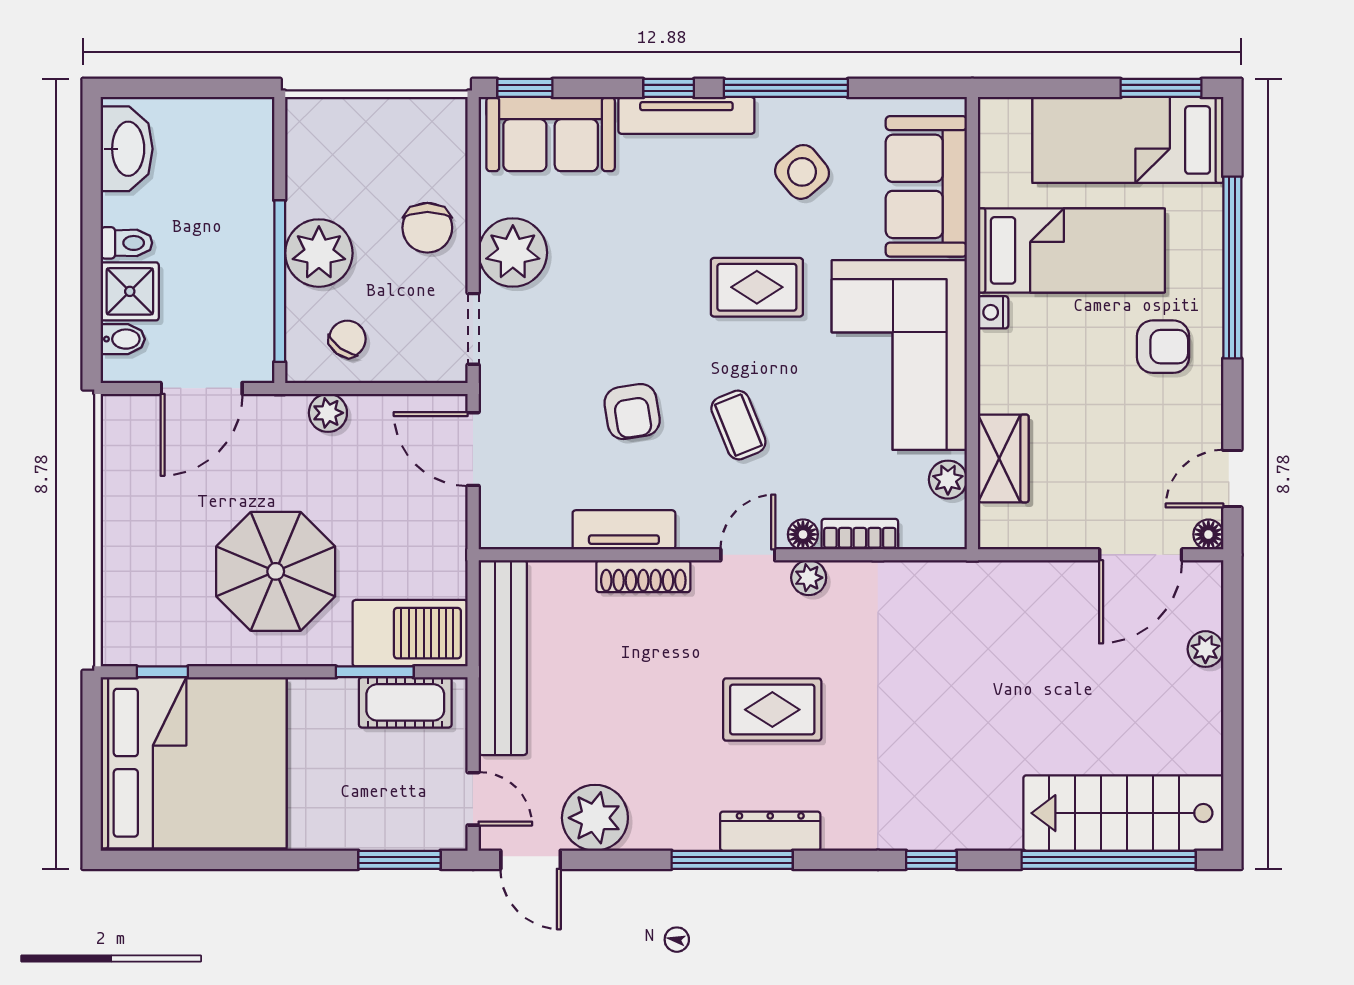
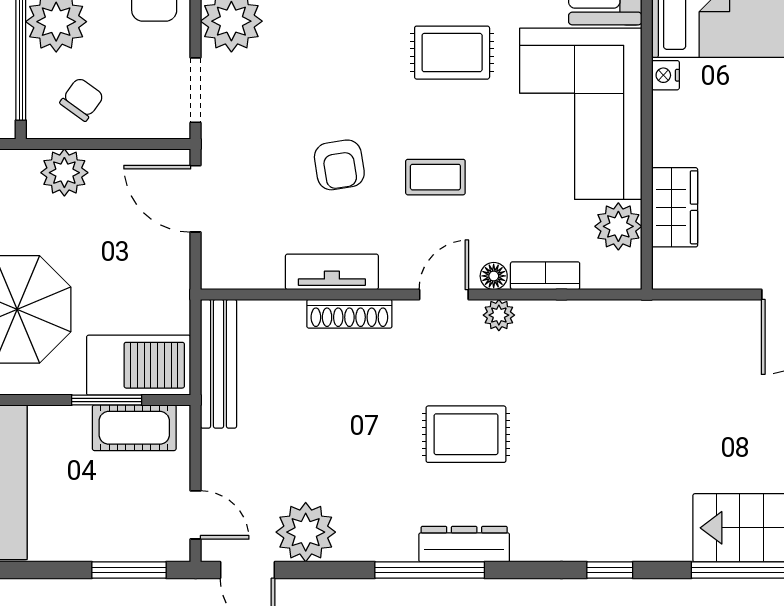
plant: (328, 413) -> (64, 173), width x1.38, depth x1.38
coffee table: (738, 425) -> (435, 177), turned -68
plant: (948, 480) -> (618, 226), width x1.38, depth x1.38
bench: (503, 658) -> (219, 364), width x0.73, depth x0.82

